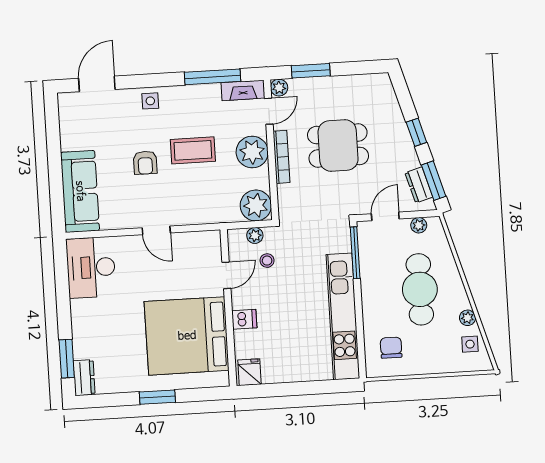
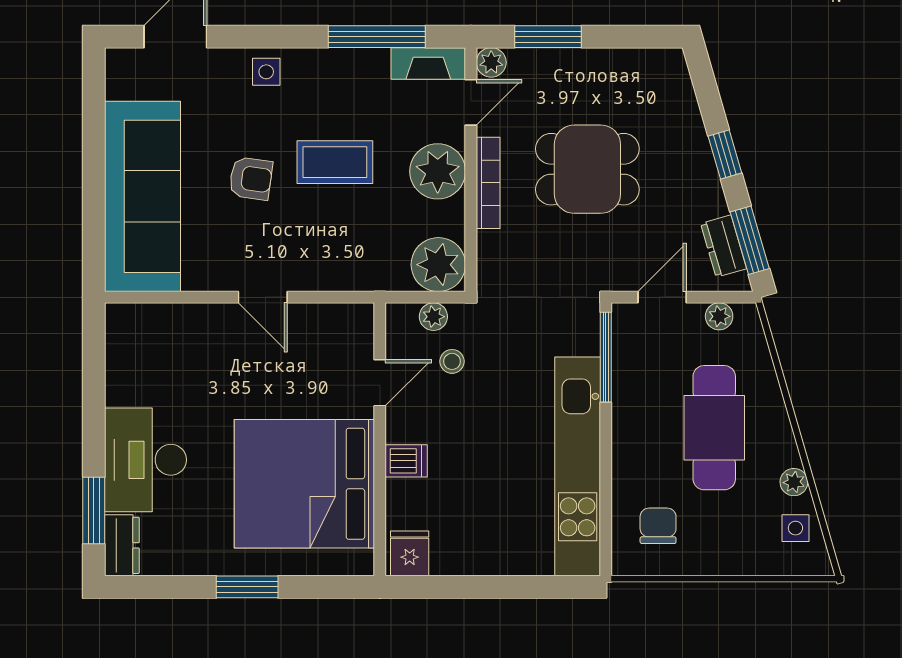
armchair: (145, 163) -> (251, 179), turned -82
sofa: (80, 191) -> (142, 196), width x1.36, depth x1.27
desk: (91, 267) -> (145, 460), moved

